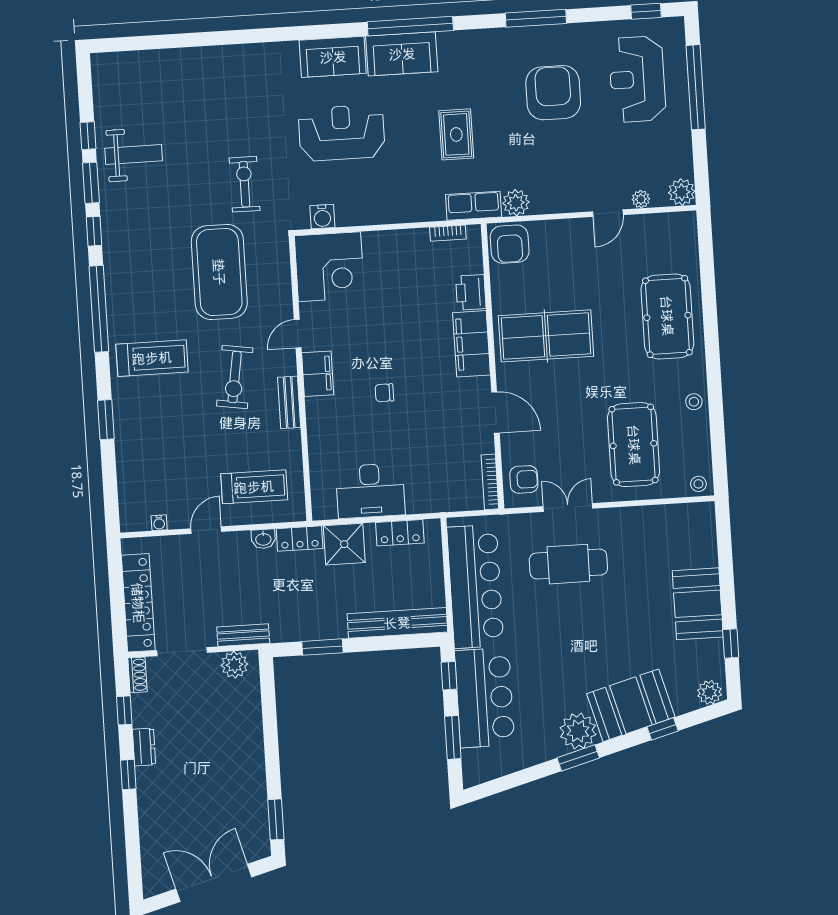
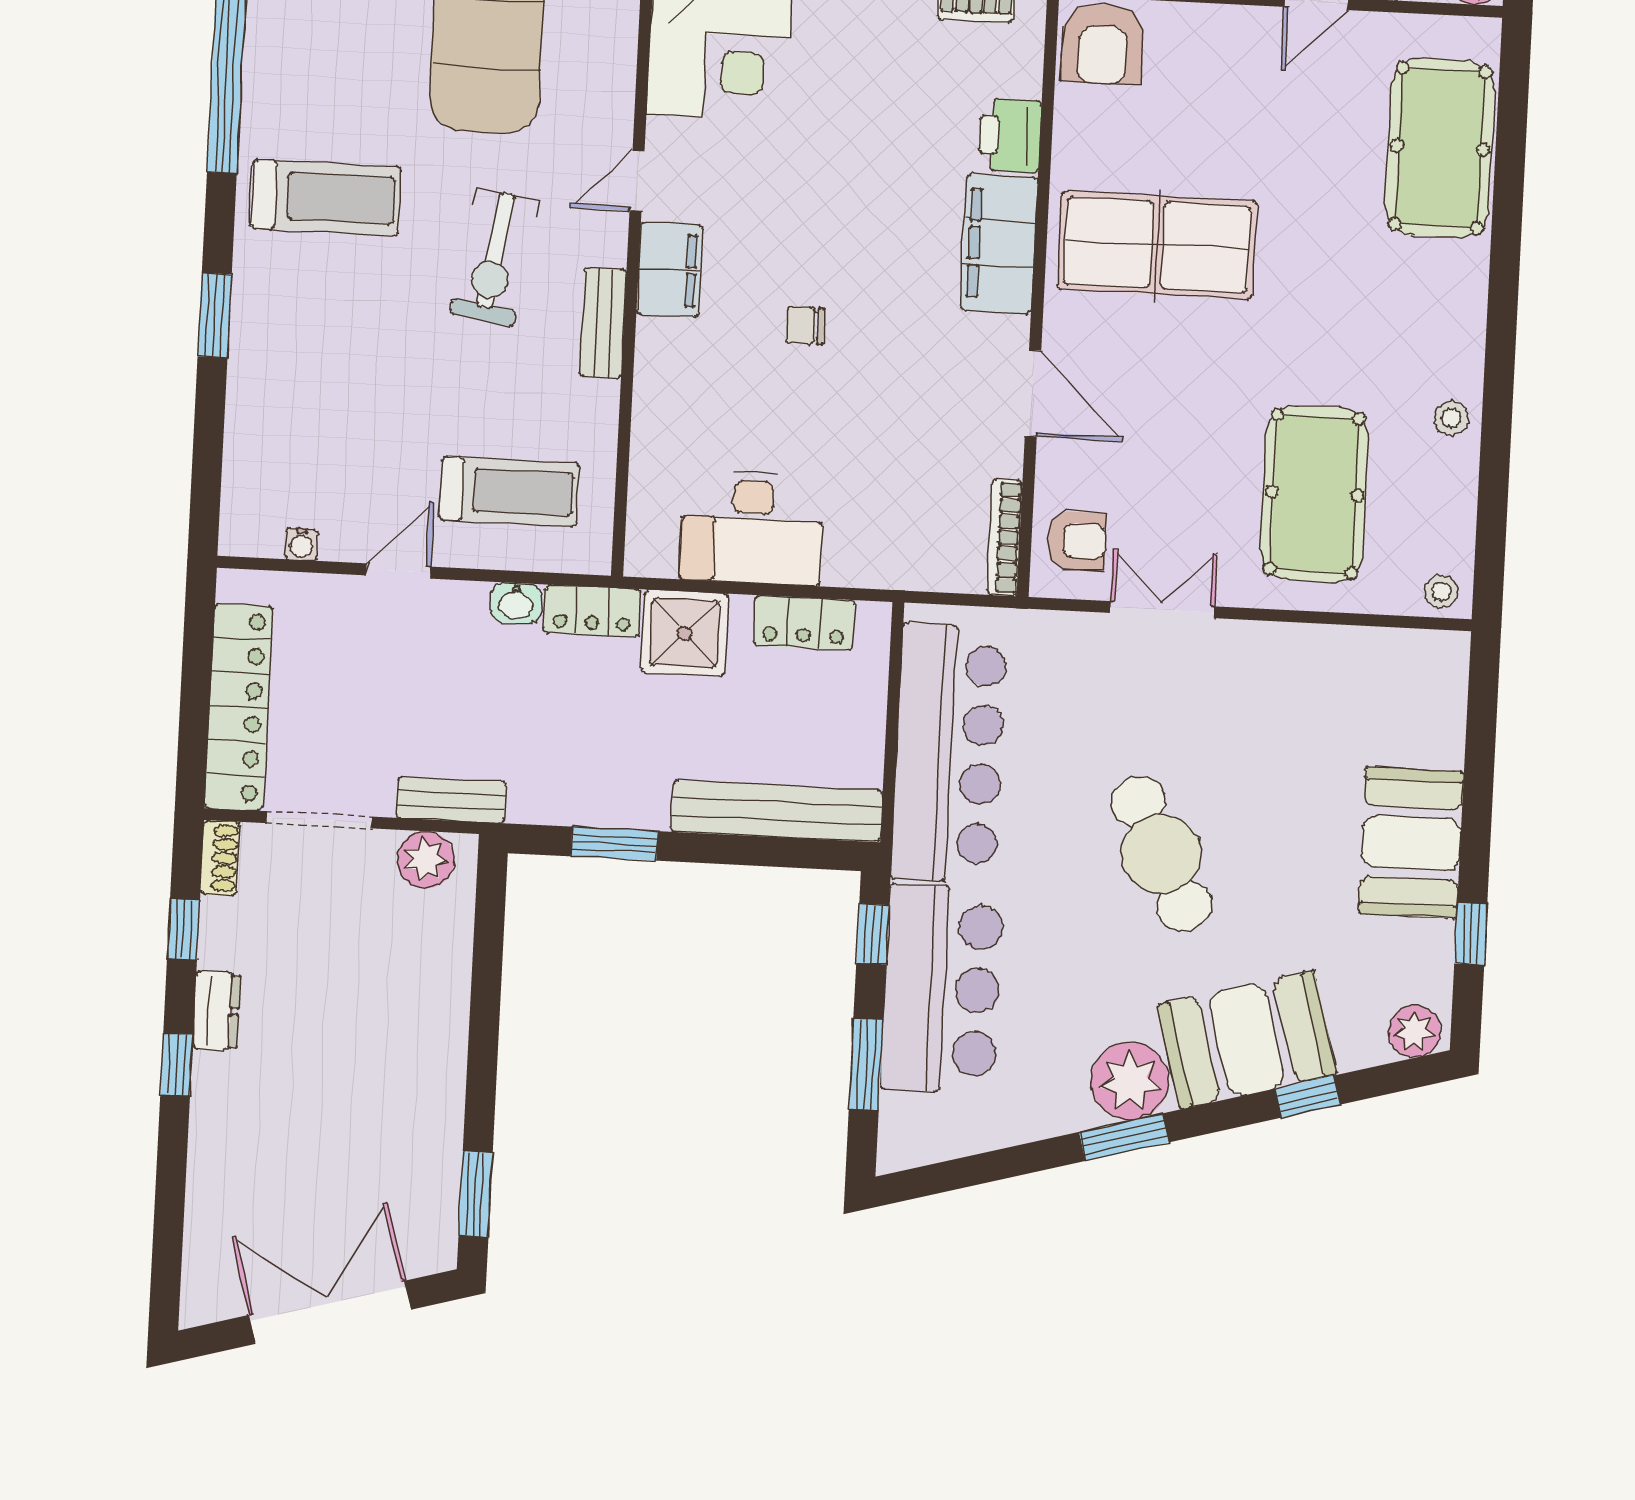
pool table: (667, 316) -> (1440, 148), moved
cafe table: (568, 564) -> (1161, 854), moved, turned 63

